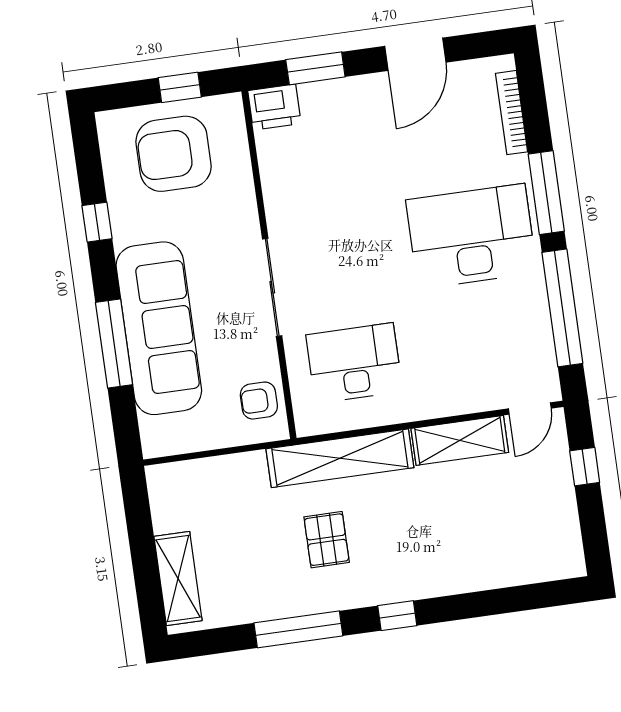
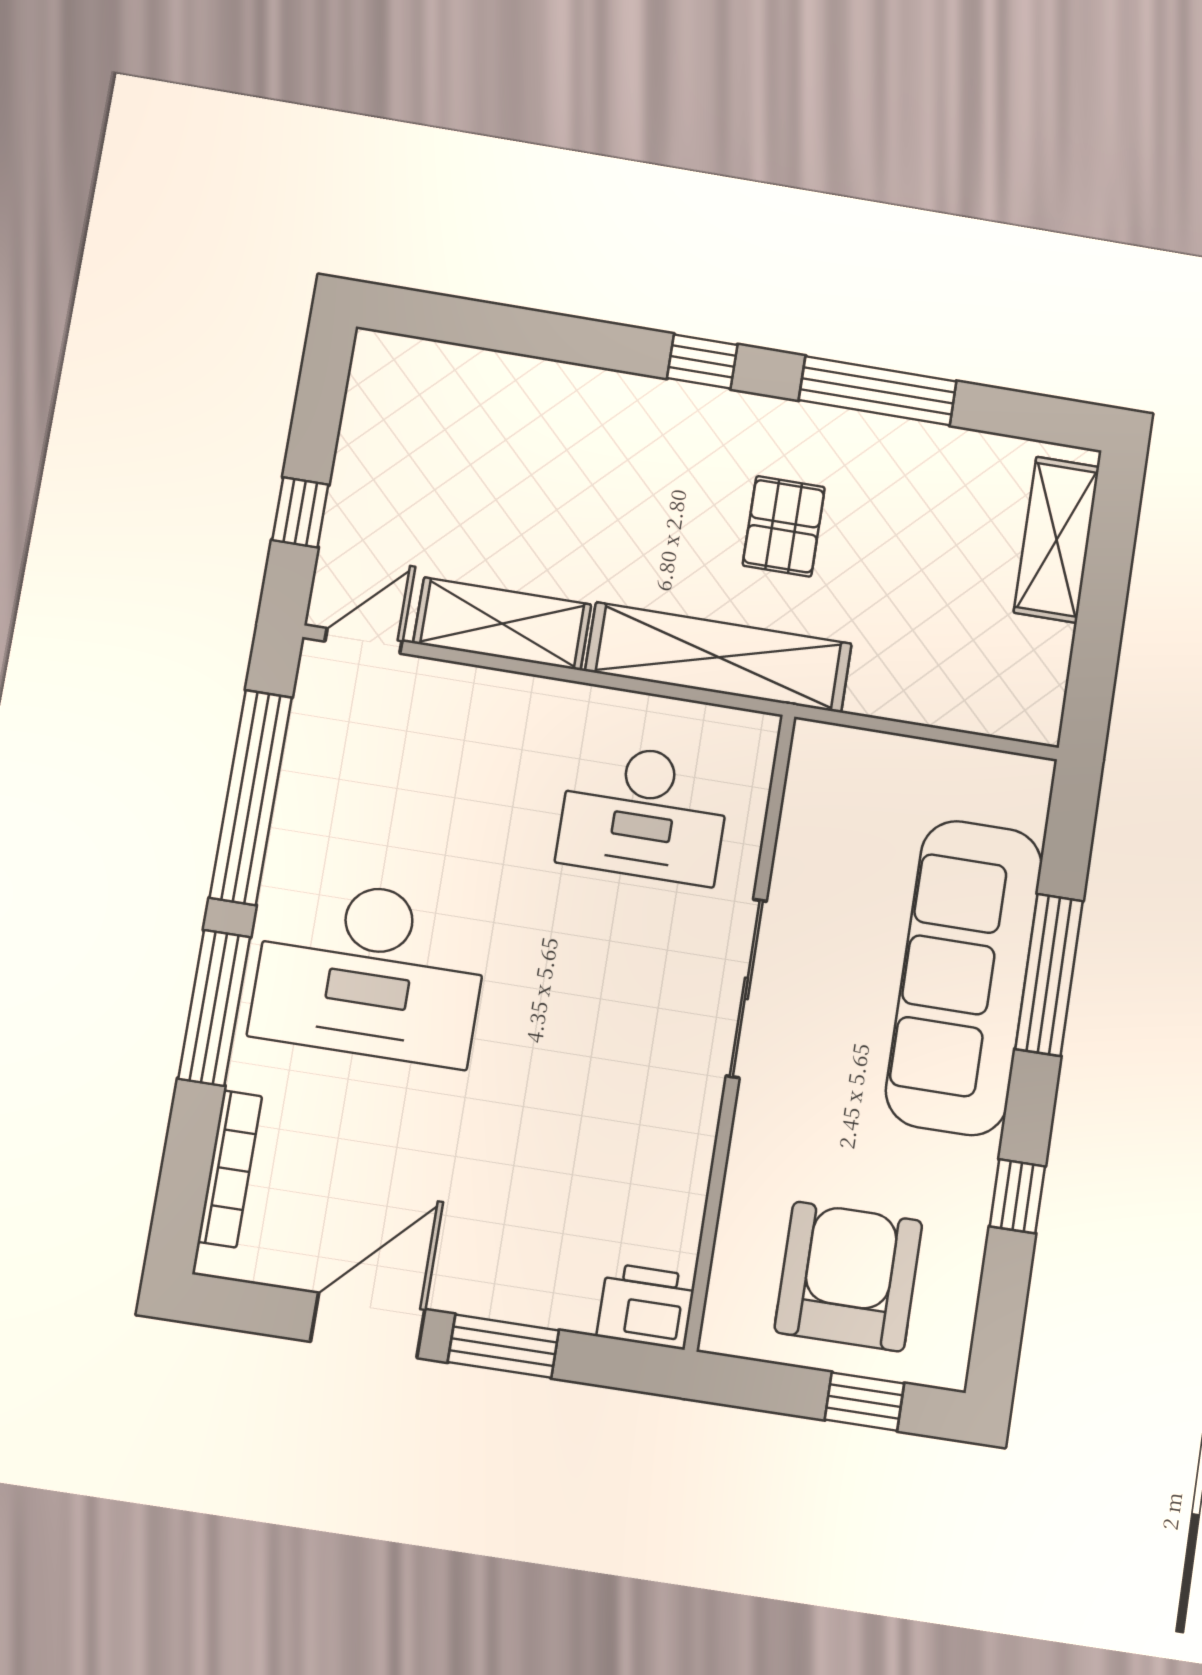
window: (315, 68) -> (503, 1346), moved
window: (180, 87) -> (864, 1402), moved
armchair: (174, 154) -> (848, 1276), turned -90
armchair: (259, 401) -> (828, 799), removed

